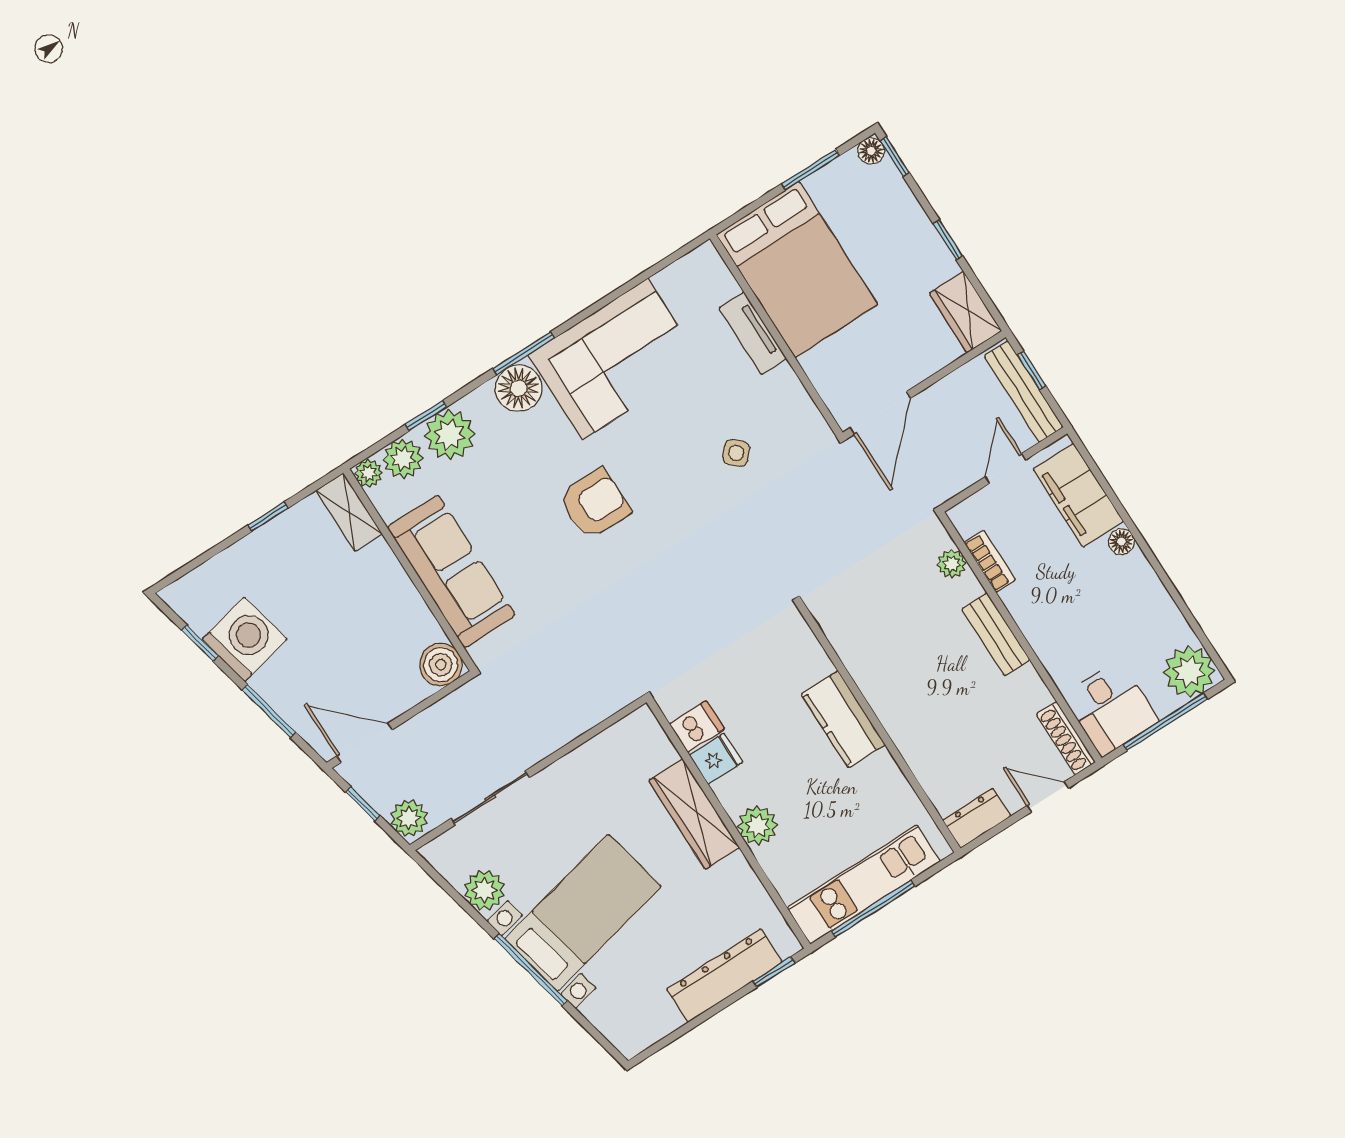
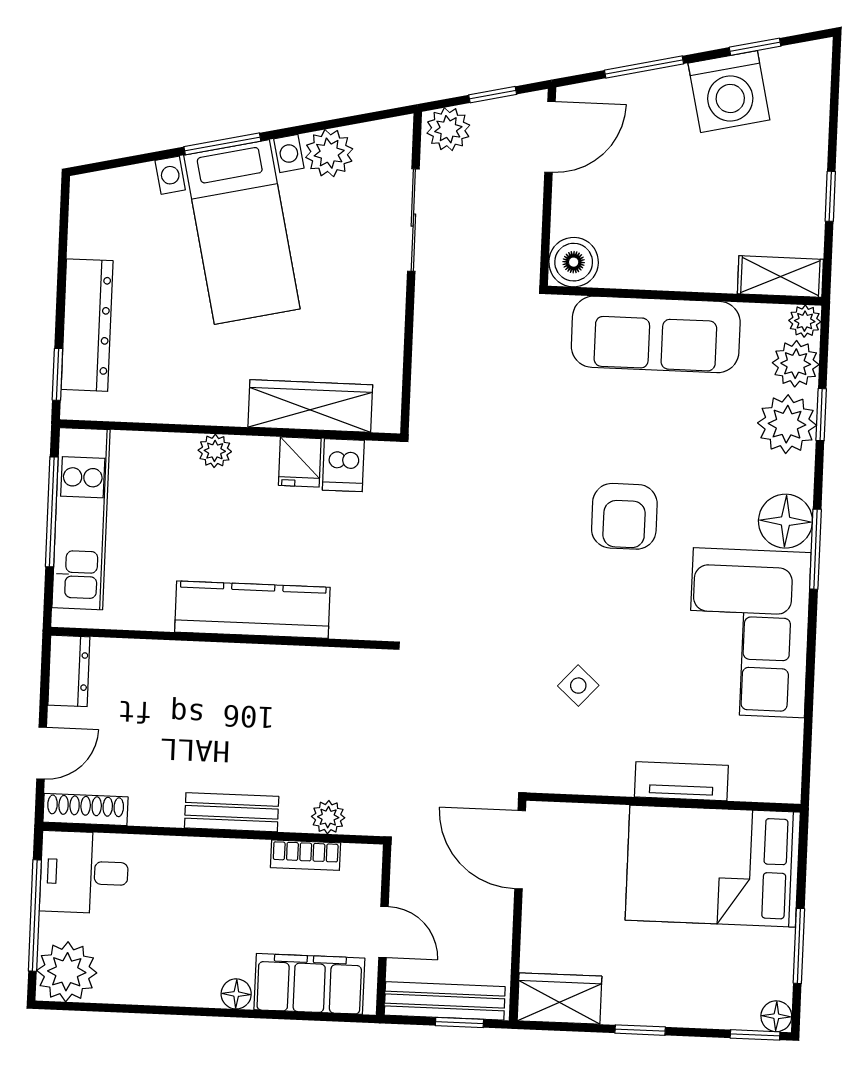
kitchen counter: (843, 719) -> (252, 610), width x1.50
wardrobe: (694, 814) -> (310, 406), moved
plant: (758, 826) -> (215, 451), width x0.73, depth x0.73
window: (531, 970) -> (222, 144), width x0.69

